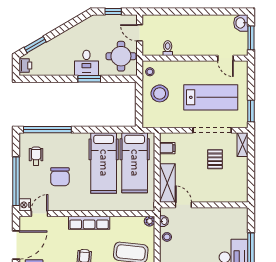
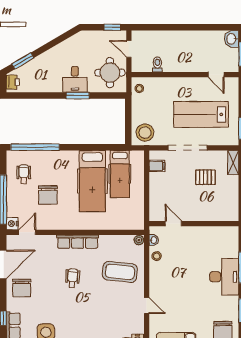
window: (113, 12) -> (112, 27), moved
stool: (160, 93) -> (145, 133), moved
lab bench: (211, 97) -> (201, 114), turned 180
doorway: (212, 130) -> (188, 148), moved
pallet: (215, 159) -> (205, 177), turned 90
hospital bed: (135, 163) -> (120, 174), width x0.73, depth x0.78
shelving: (167, 183) -> (157, 201), removed

